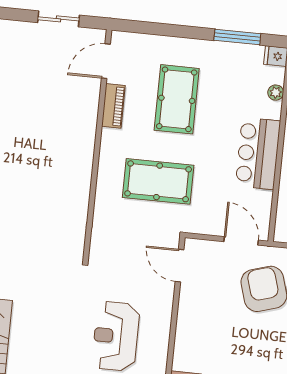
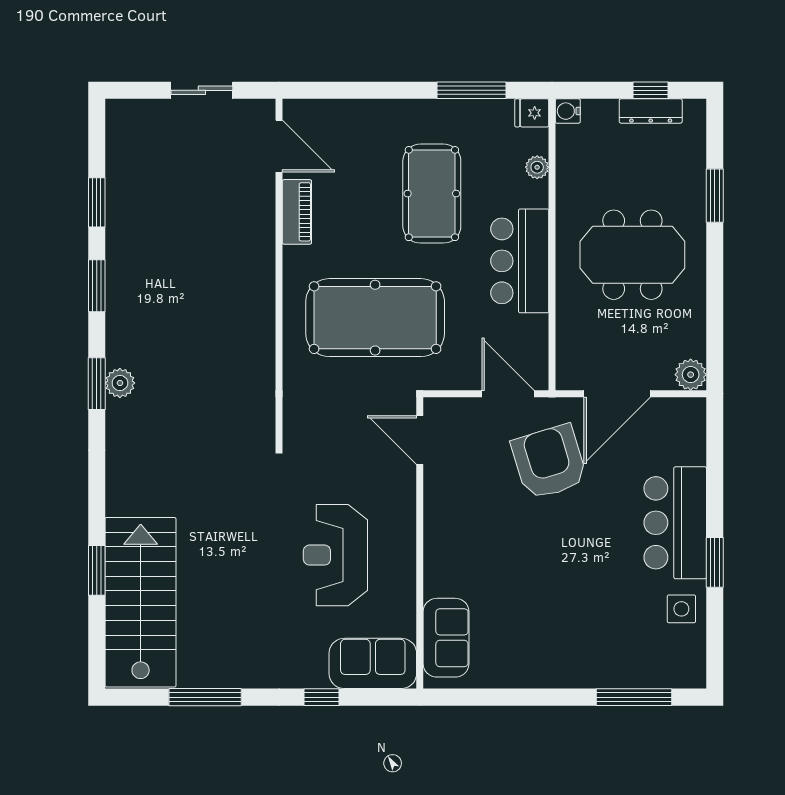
door: (106, 61) -> (279, 146), swing flipped
pool table: (177, 99) -> (432, 194), moved
pool table: (158, 181) -> (375, 318), width x1.36, depth x1.32

